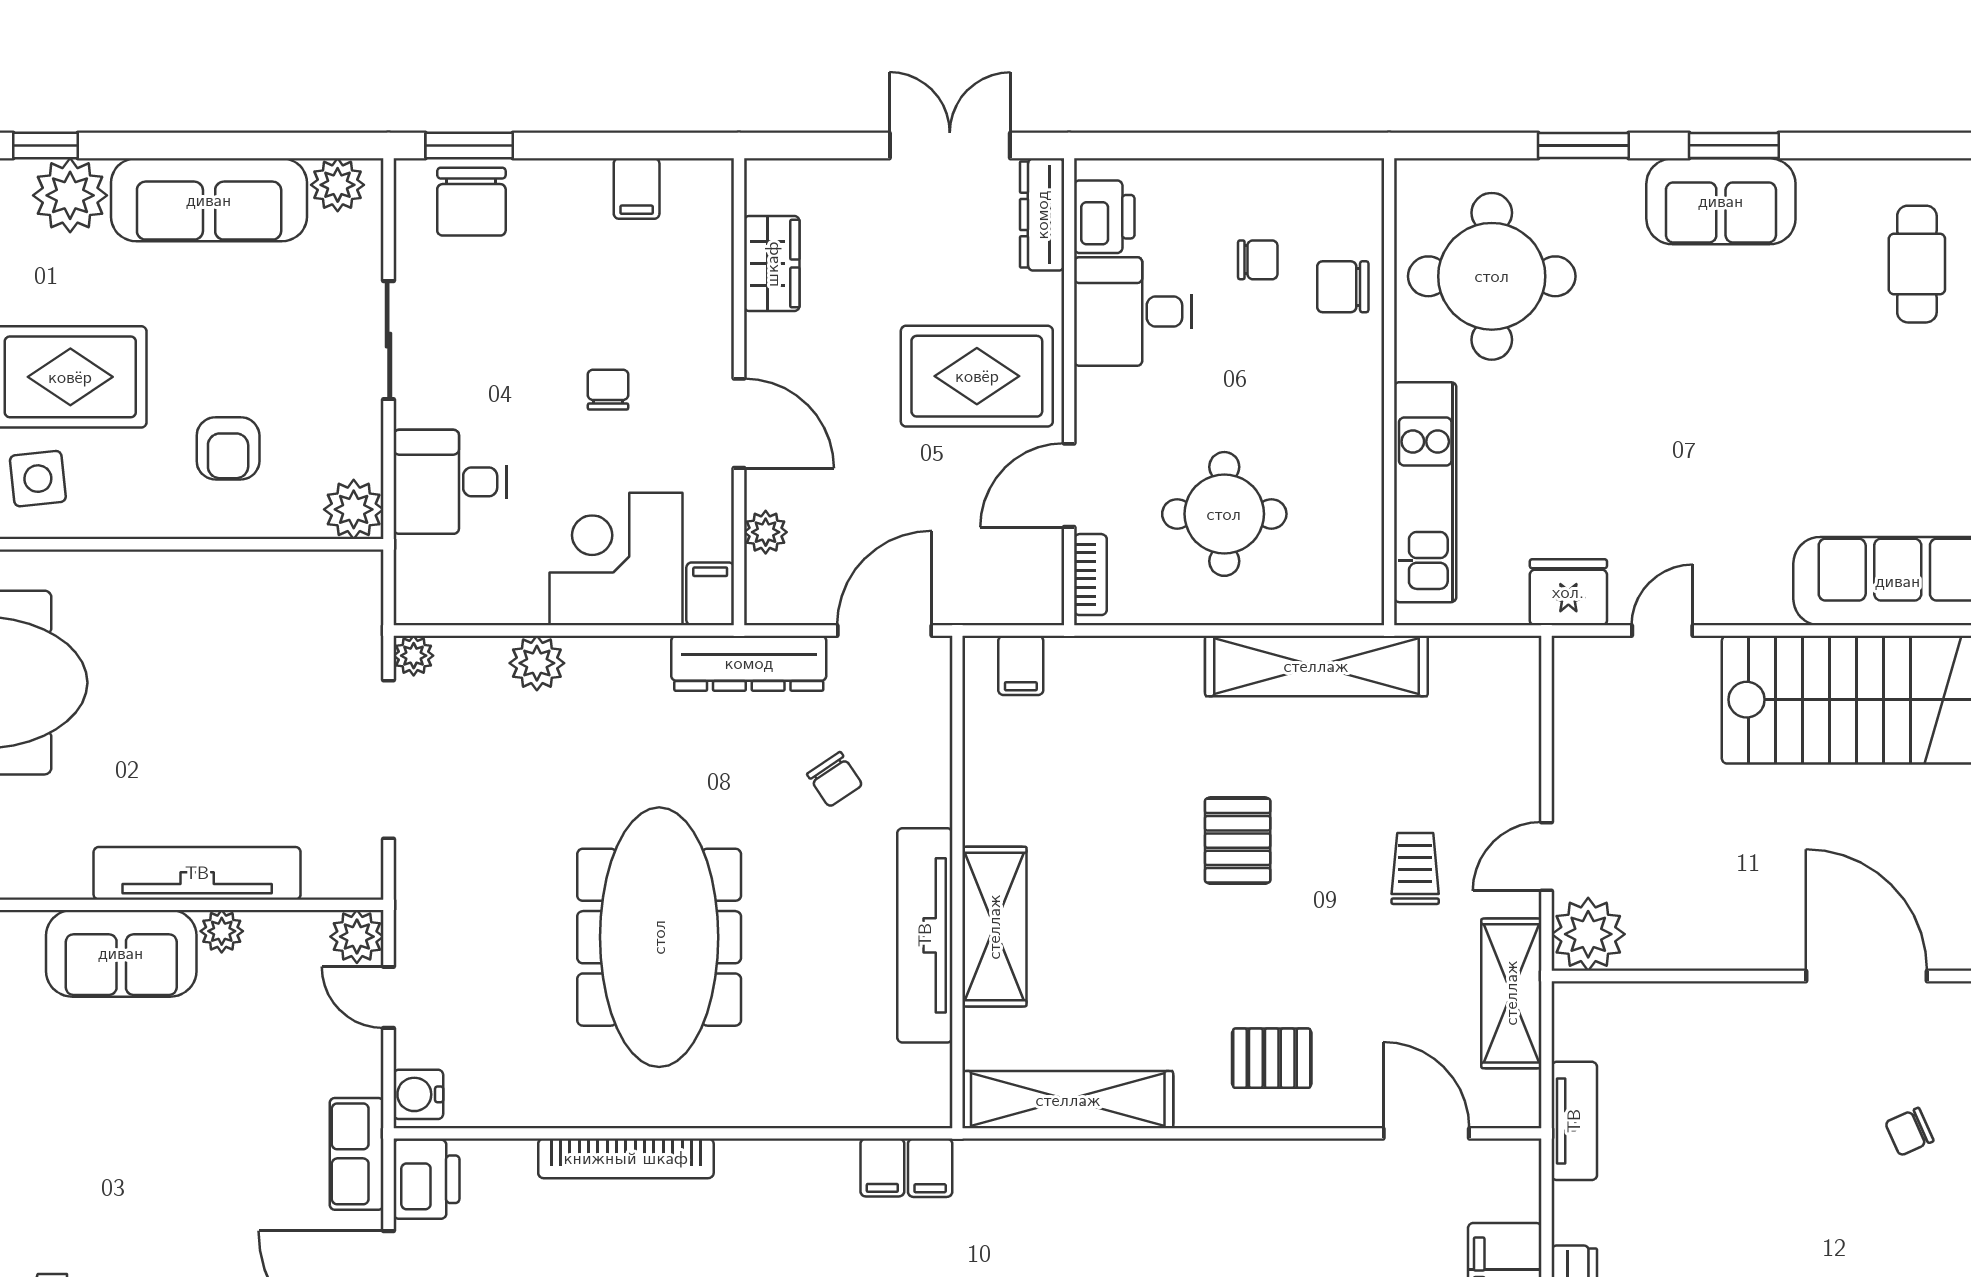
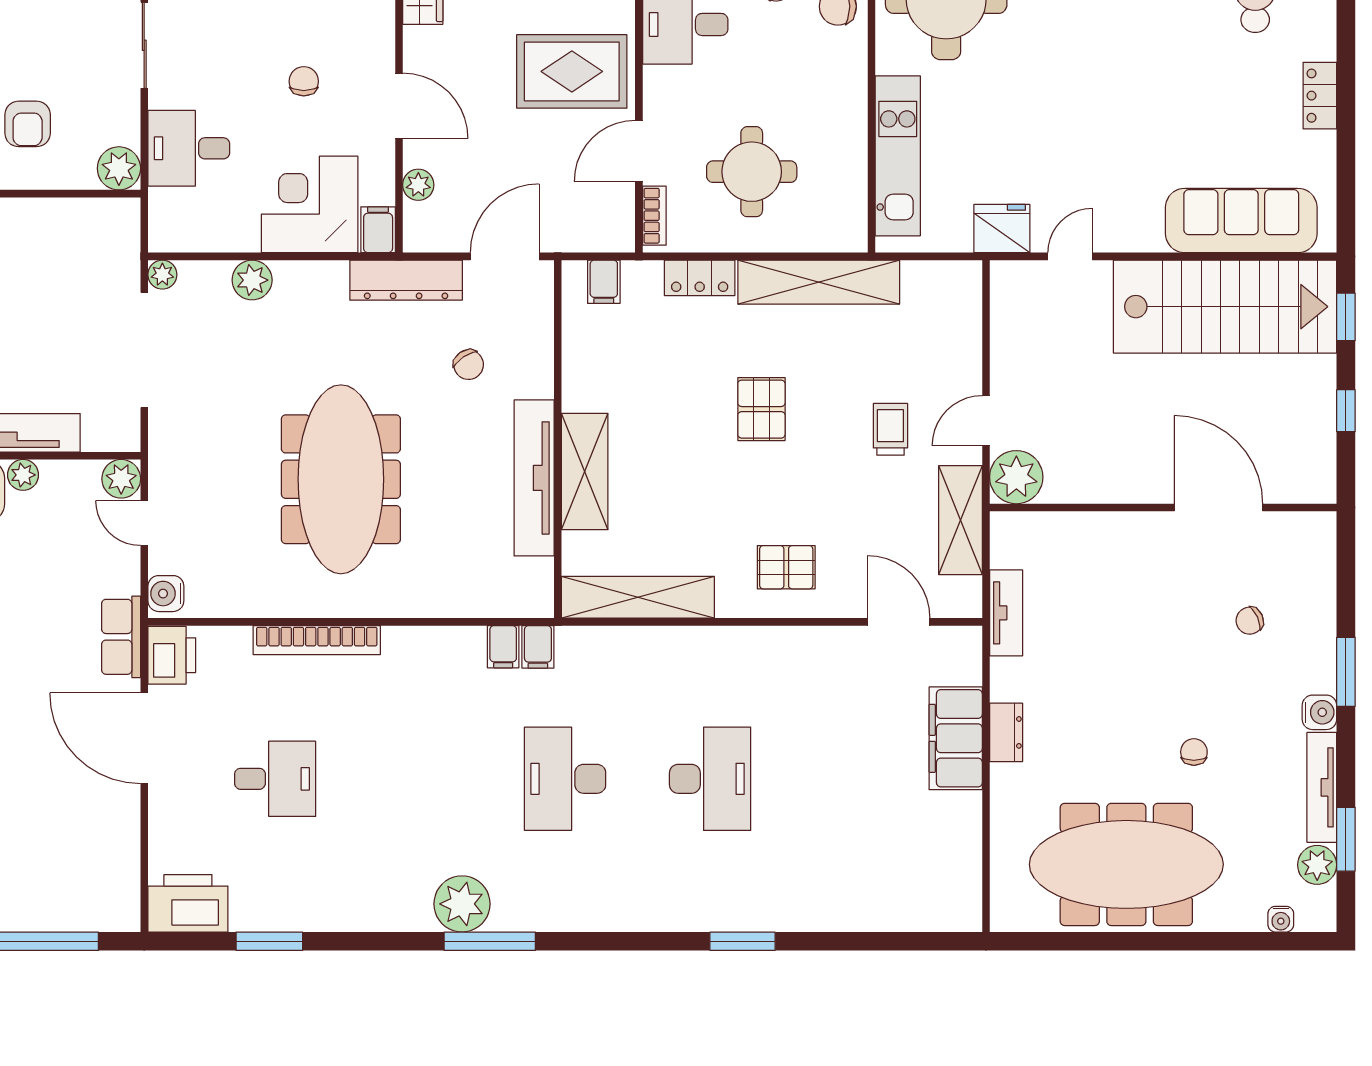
locker: (1153, 660) -> (700, 278), added

